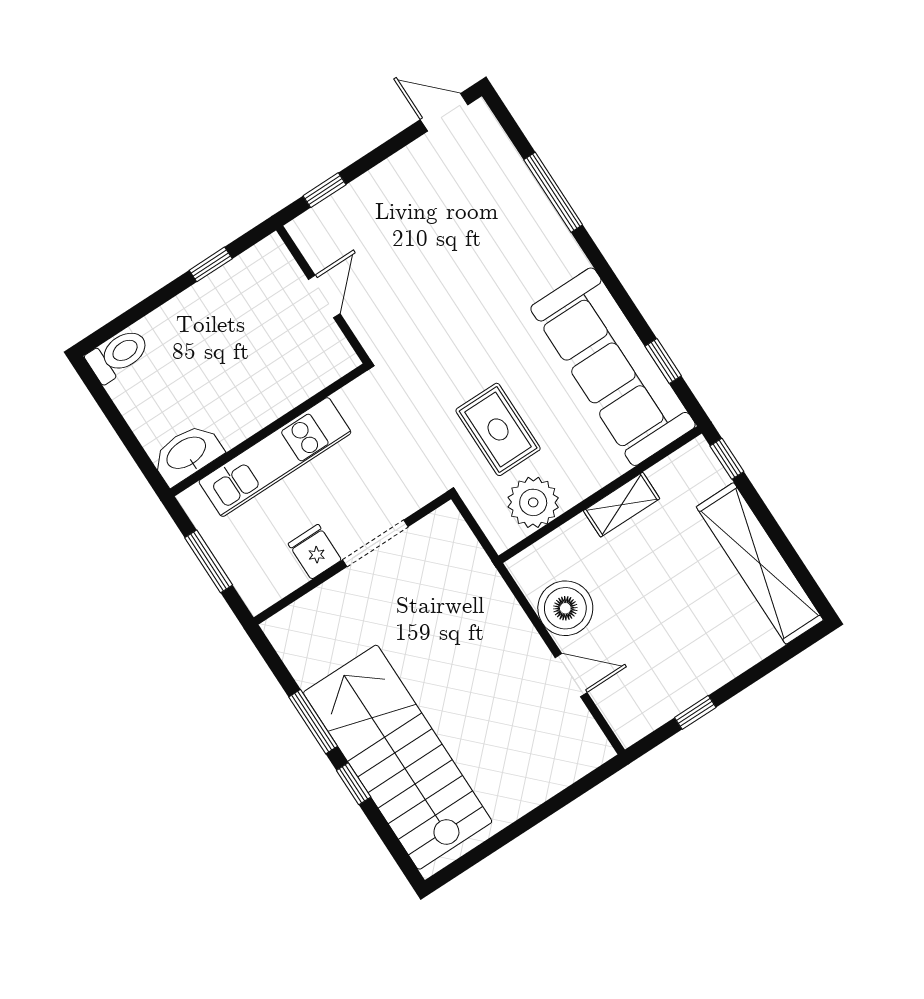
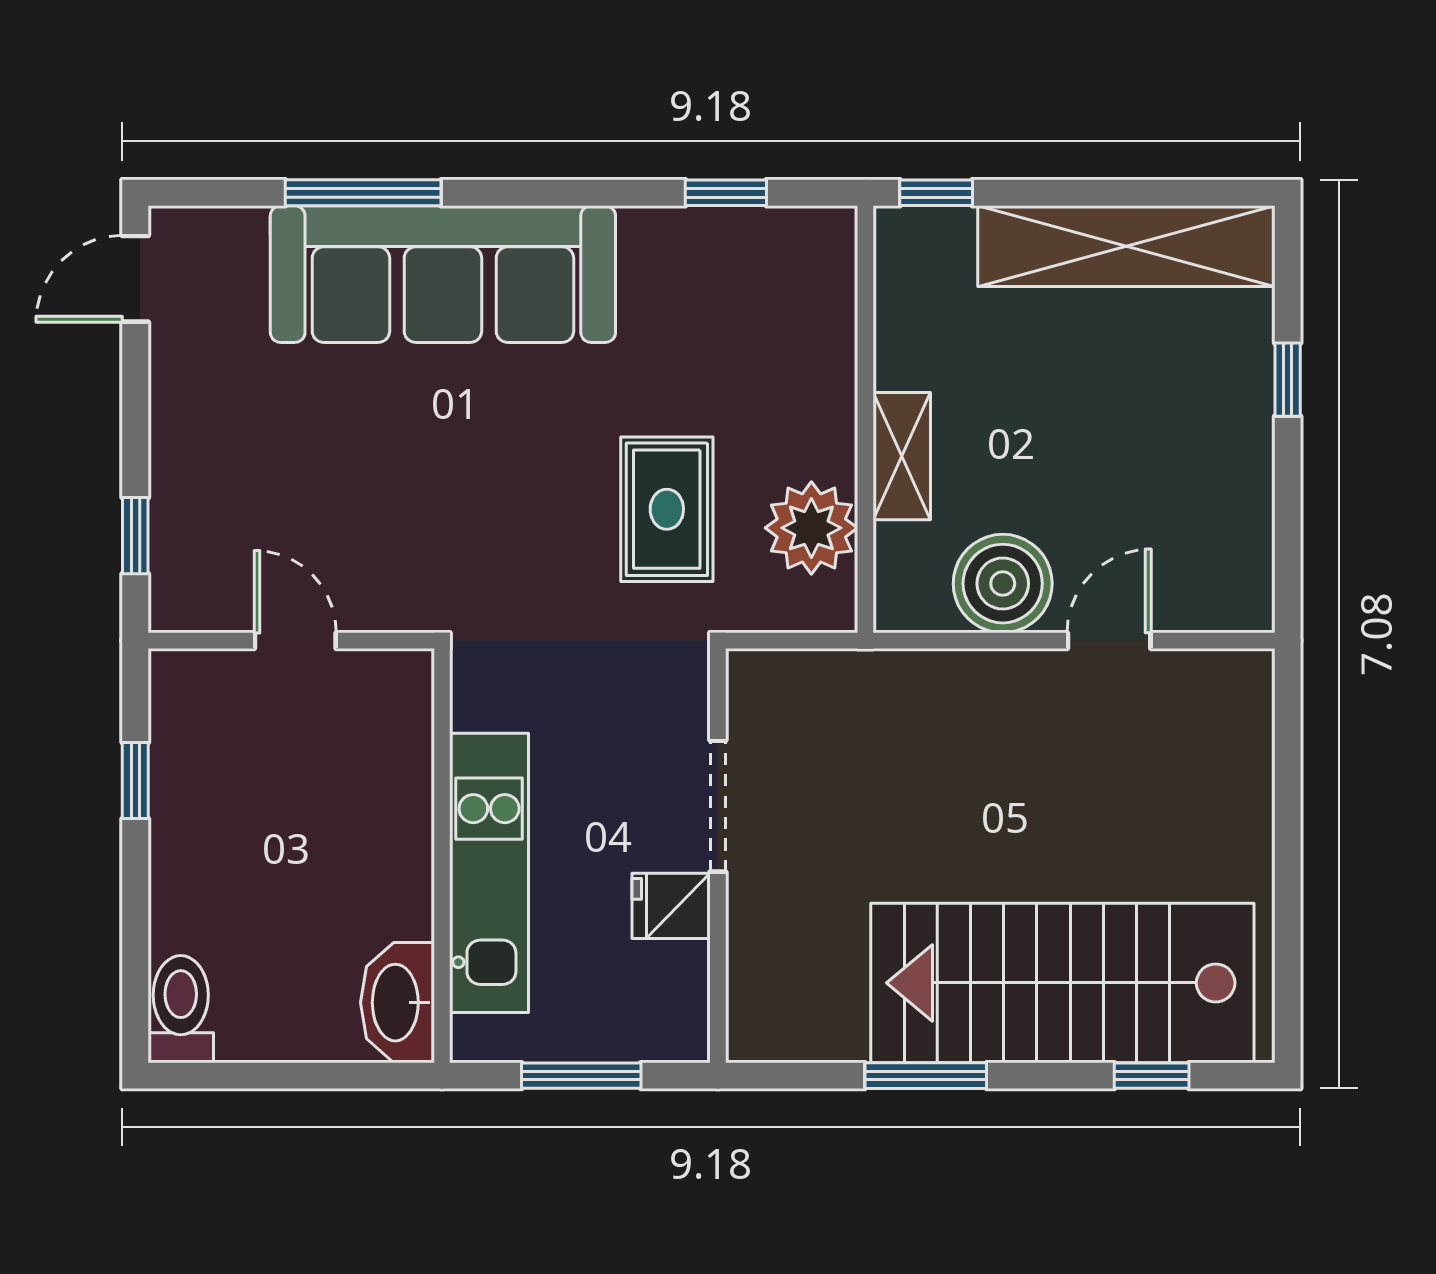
sofa: (613, 367) -> (443, 274), moved
rug: (498, 429) -> (667, 509), turned 90
shelving: (622, 505) -> (902, 456), moved
window: (695, 712) -> (1288, 380), moved
window: (354, 784) -> (1152, 1076), moved

